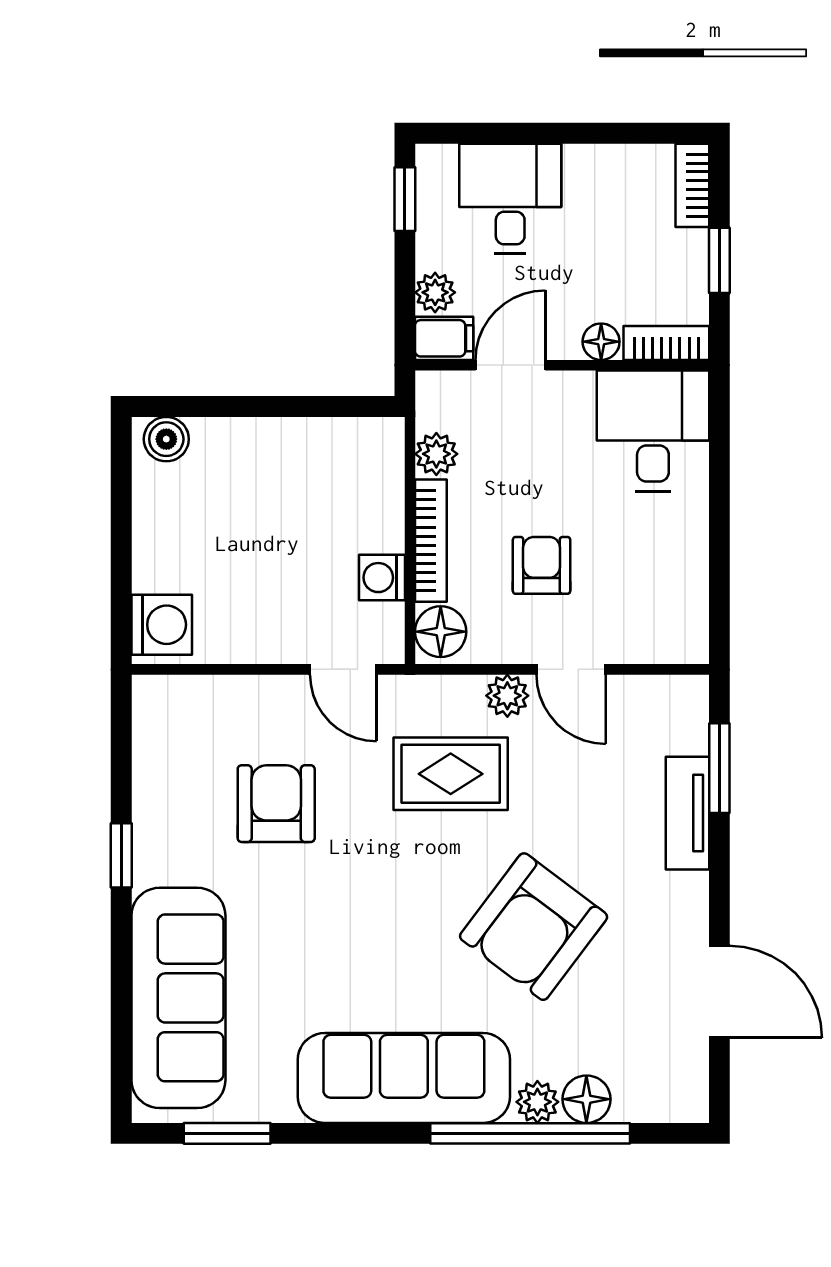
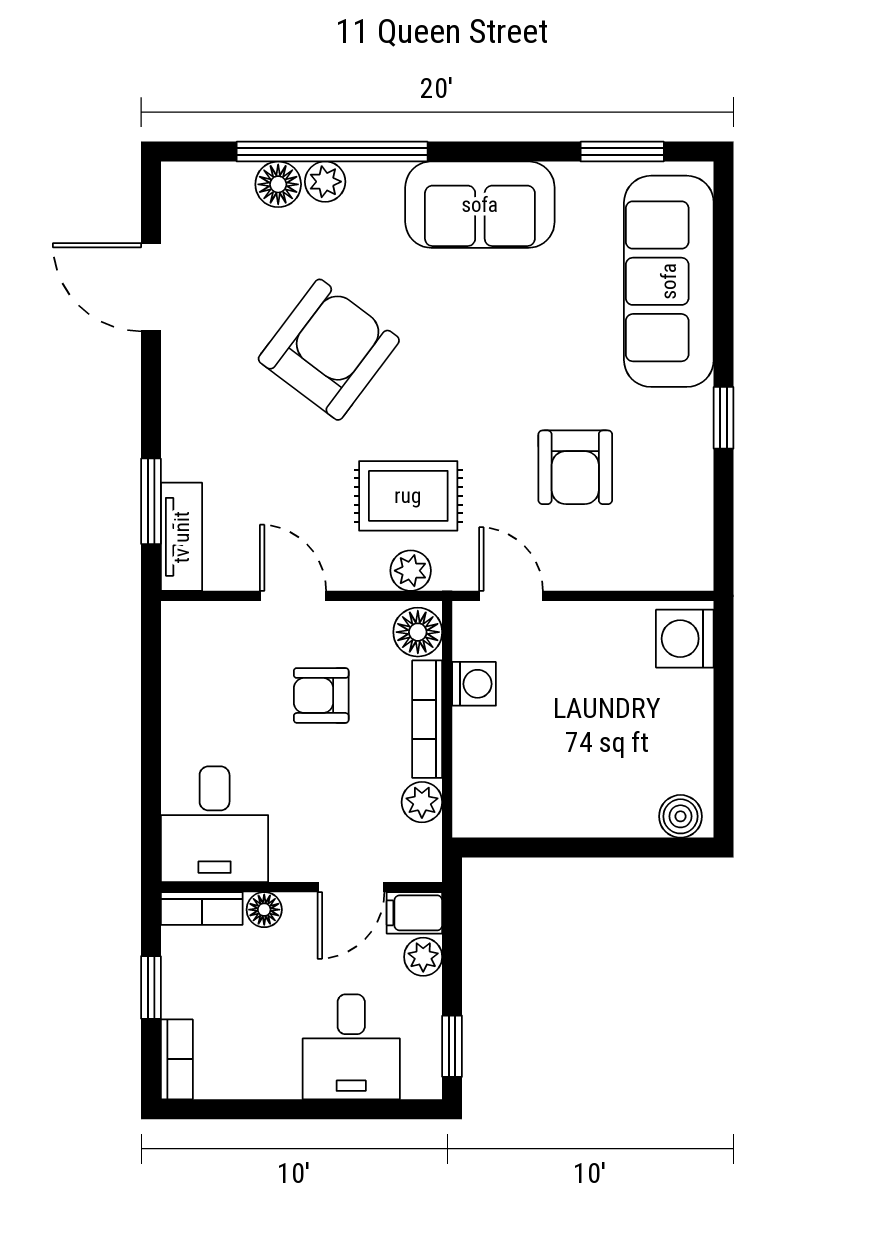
armchair: (542, 565) -> (321, 695), turned 90
plant: (507, 696) -> (411, 571), moved
tv unit: (687, 813) -> (182, 537), moved
sofa: (404, 1078) -> (480, 205), width x0.73

